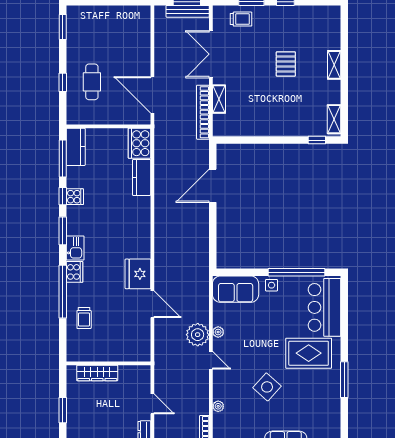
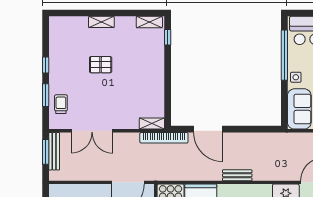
shelving: (219, 99) -> (152, 124), moved
bookcase: (203, 112) -> (164, 138), moved
bench: (160, 219) -> (237, 175), added

